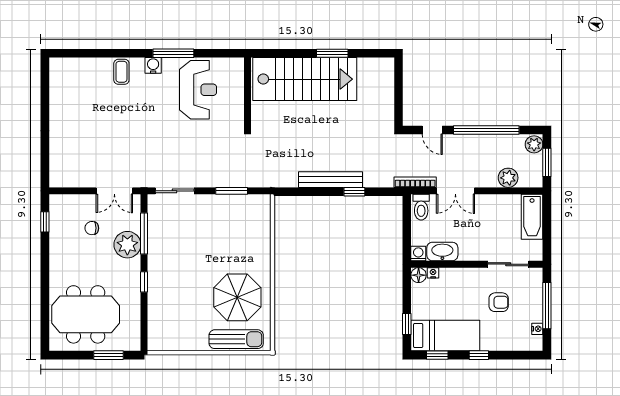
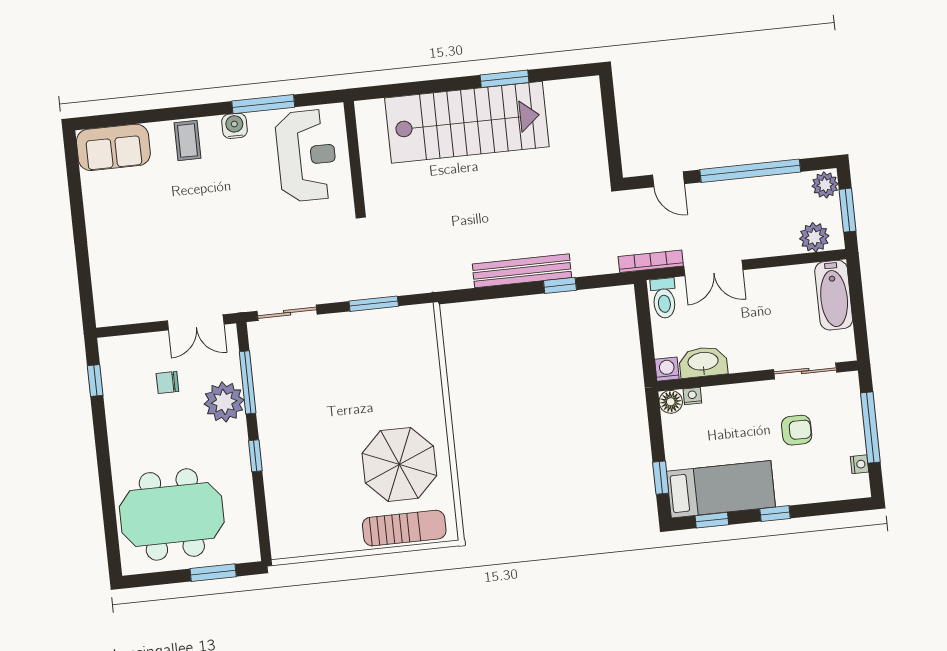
sofa: (73, 71) -> (113, 147), added
wall: (247, 92) -> (354, 155), moved
plant: (508, 178) -> (814, 237), moved

